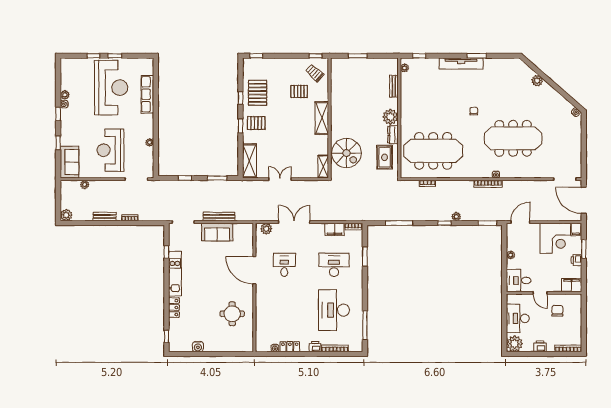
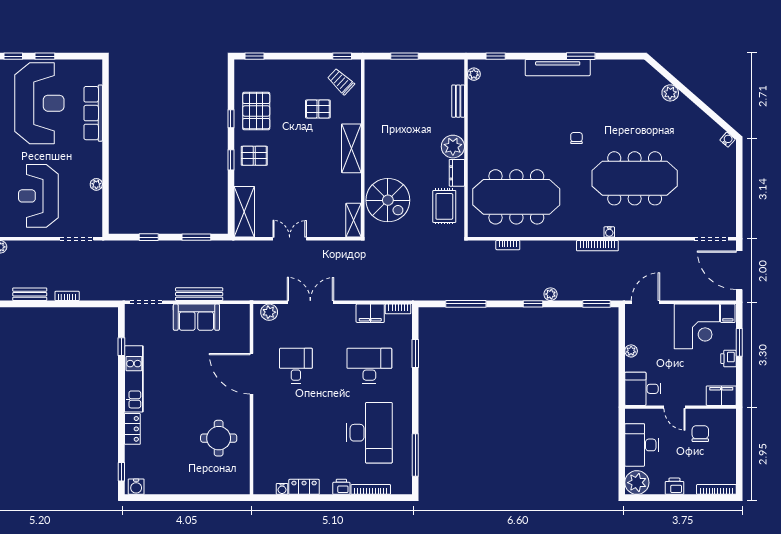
desk: (334, 310) -> (369, 433), turned 180
water cooler: (198, 347) -> (136, 487), moved

